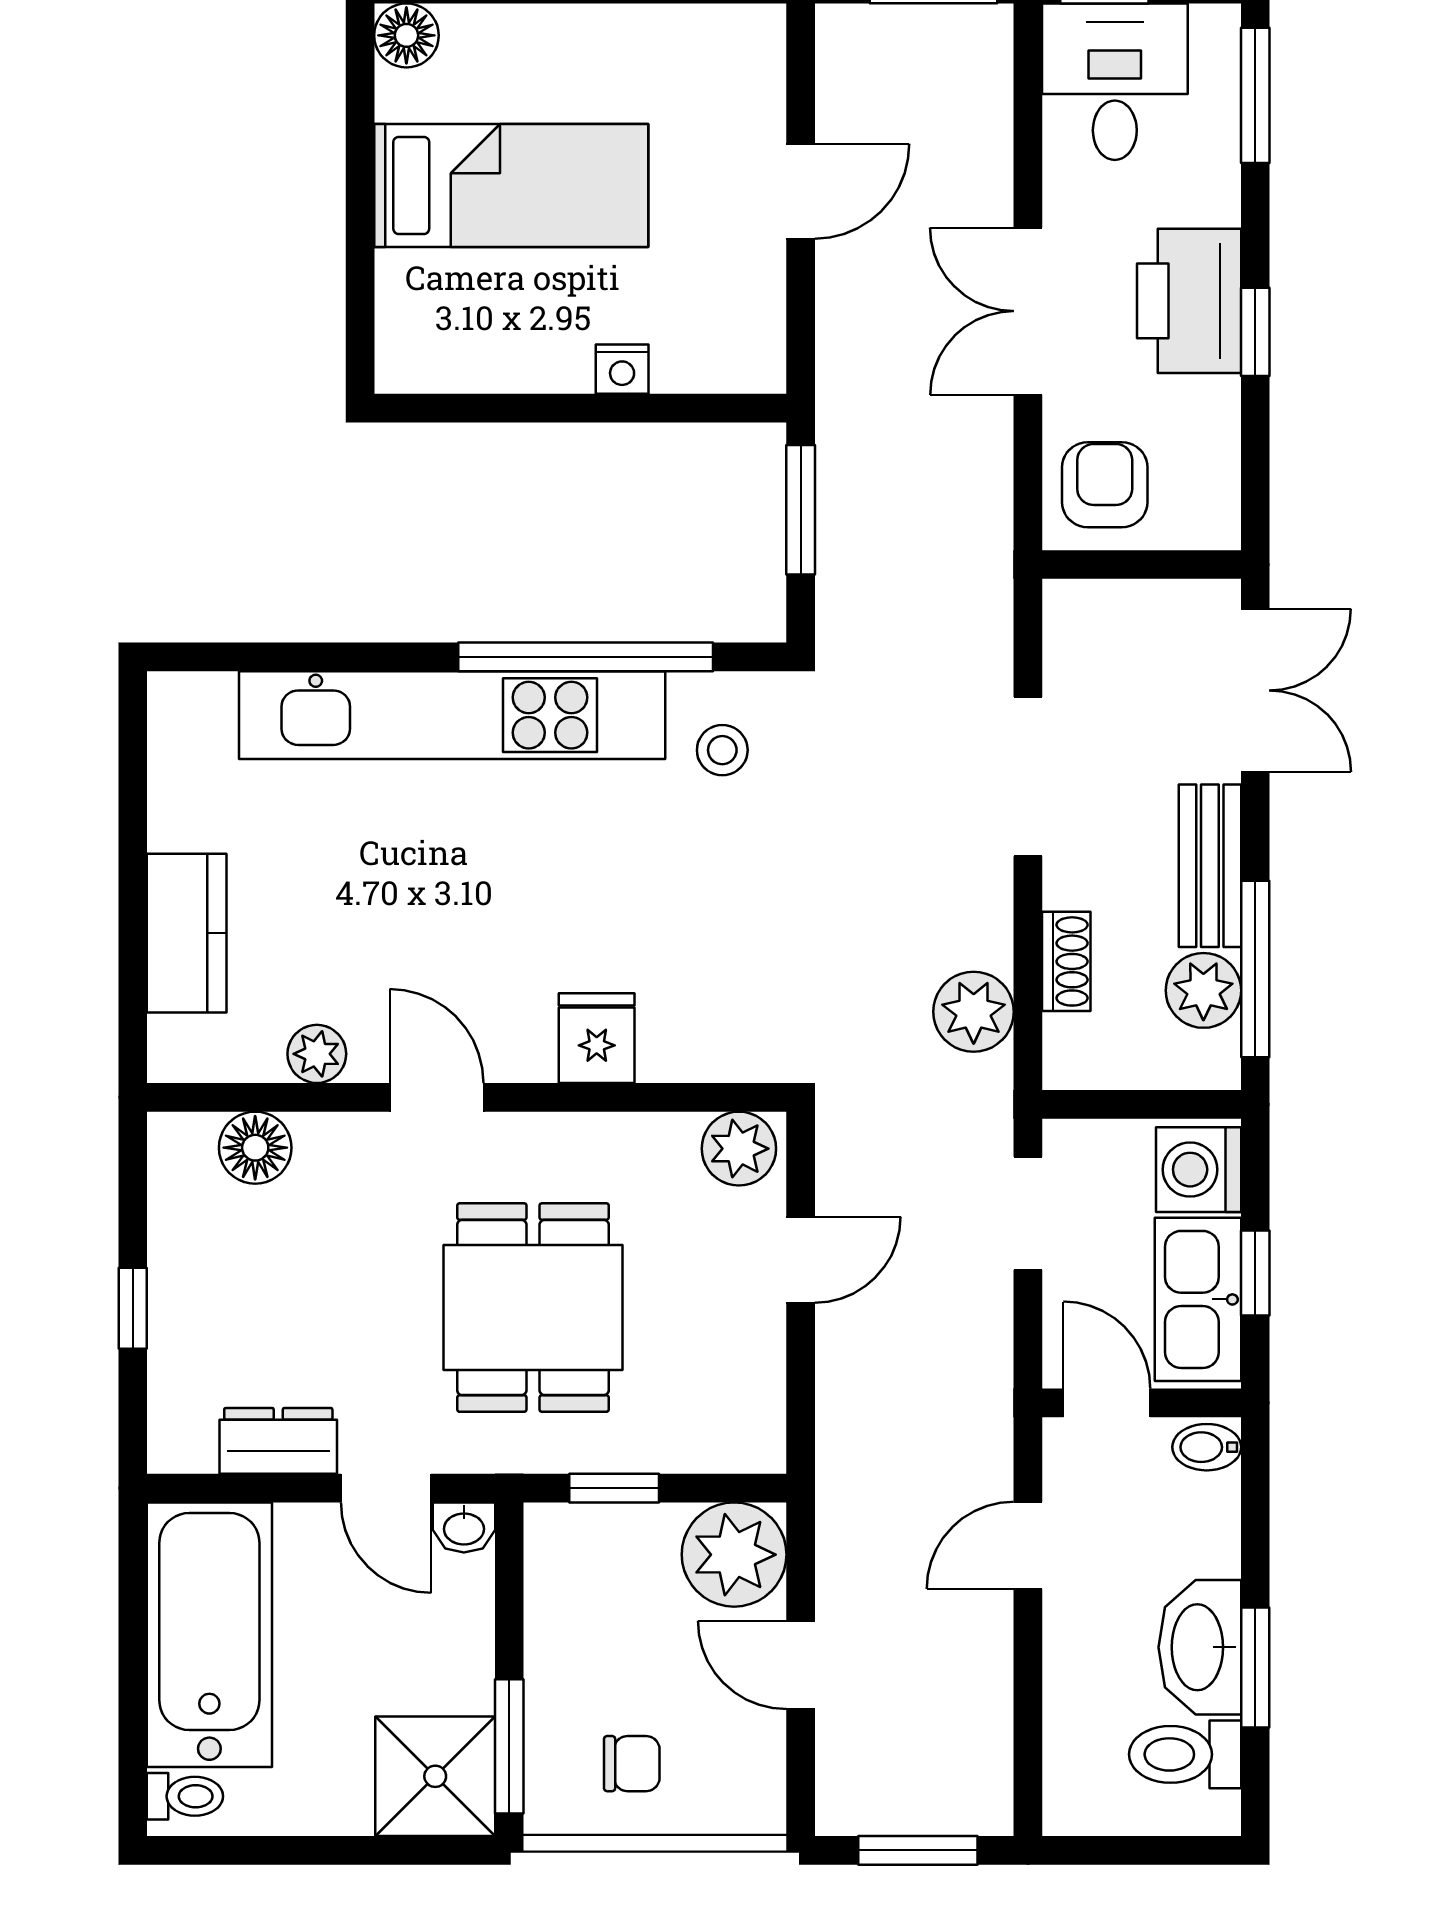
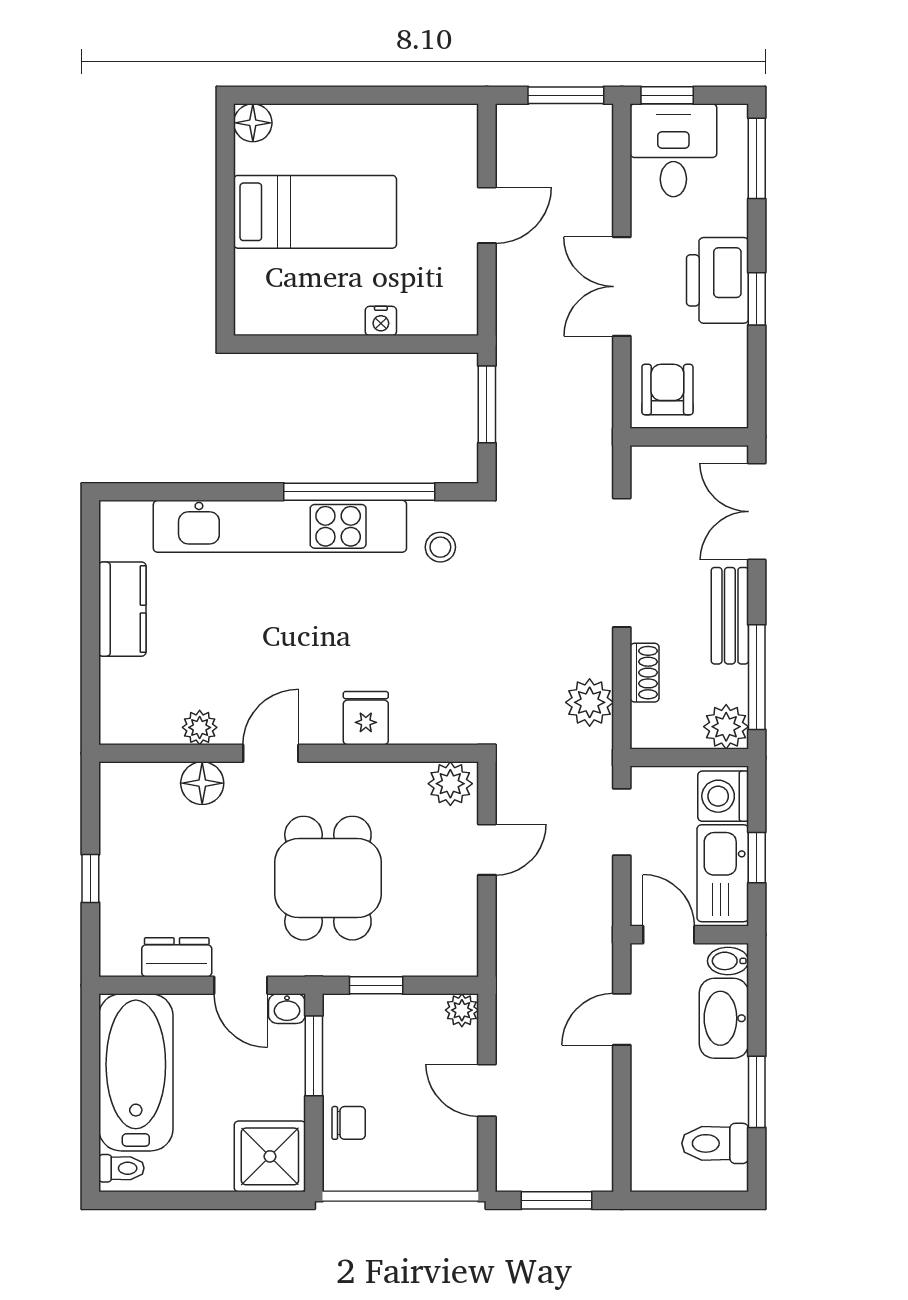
double door: (1255, 690) -> (757, 512), swing flipped
doorway: (1028, 777) -> (622, 563), width x1.36
kitchen counter: (187, 933) -> (122, 609), moved
plant: (1203, 990) -> (726, 727), moved
door: (437, 1097) -> (271, 753), hinge flipped
floor lamp: (255, 1148) -> (202, 783), moved
plant: (734, 1555) -> (462, 1010), width x0.53, depth x0.53
washbasin: (1200, 1647) -> (724, 1018), moved
window: (509, 1746) -> (314, 1056), moved
chair: (632, 1764) -> (349, 1123), moved

